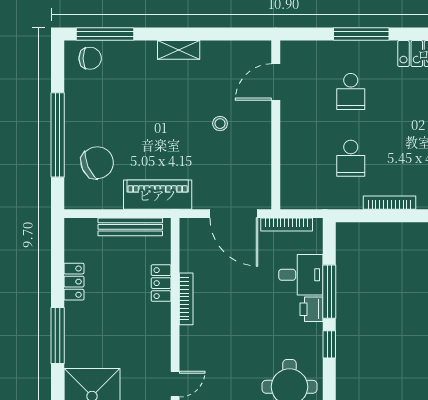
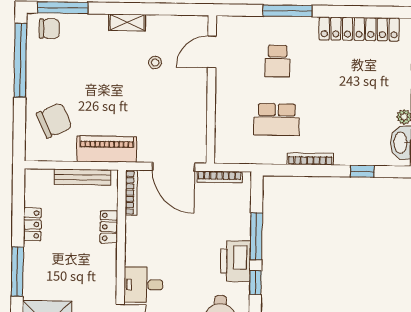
stool: (220, 124) -> (155, 62), moved
window: (58, 135) -> (20, 60), moved
school desk: (351, 158) -> (277, 120), width x1.85
desk: (301, 275) -> (143, 285), moved, turned 180
bookcase: (186, 299) -> (131, 193), moved
printer: (311, 309) -> (236, 261), width x1.87, depth x1.48

